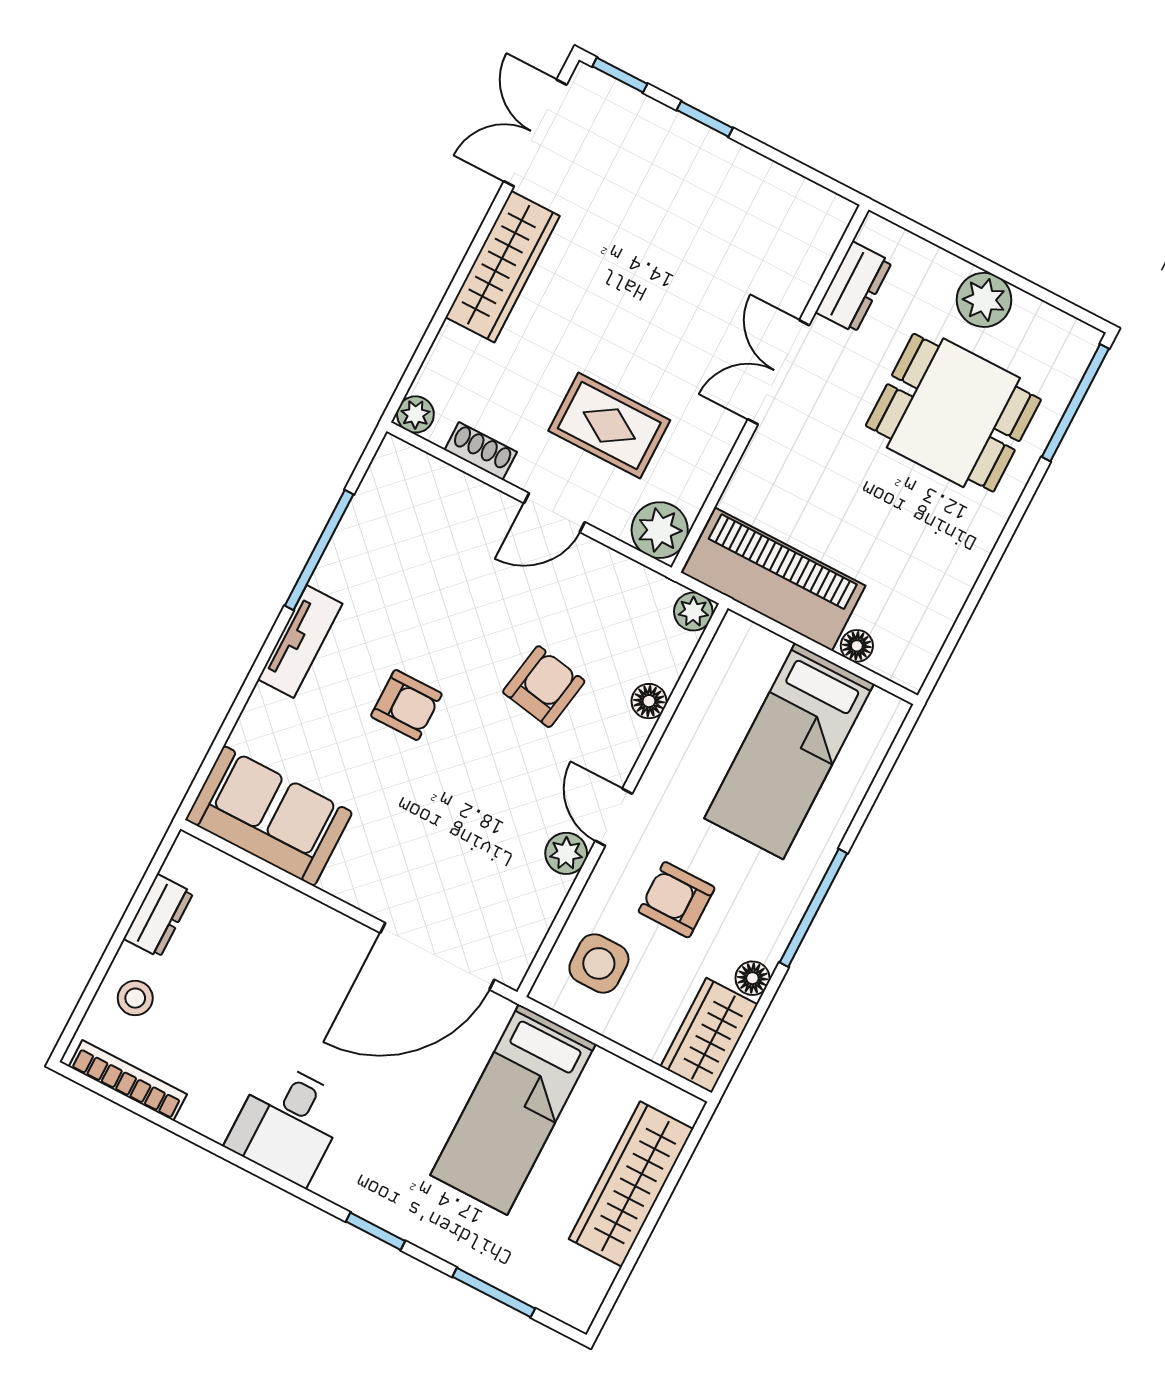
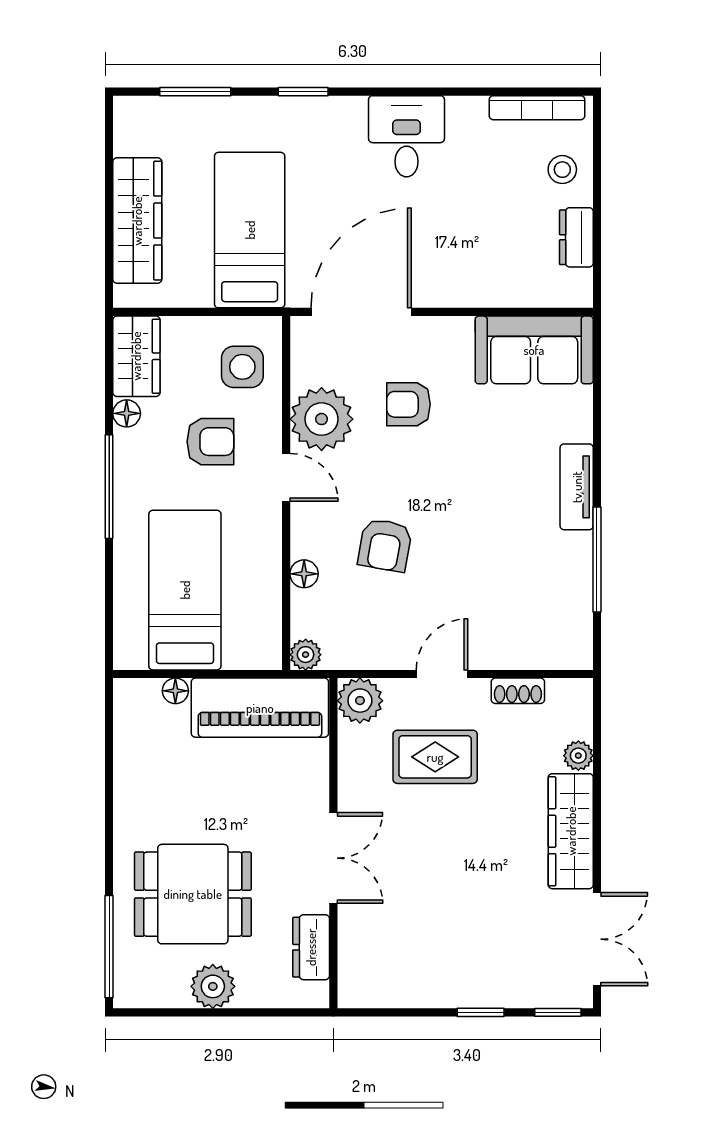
plant: (415, 414) -> (578, 756), moved
armchair: (406, 705) -> (409, 404), moved
plant: (566, 853) -> (322, 419), width x1.87, depth x1.87

